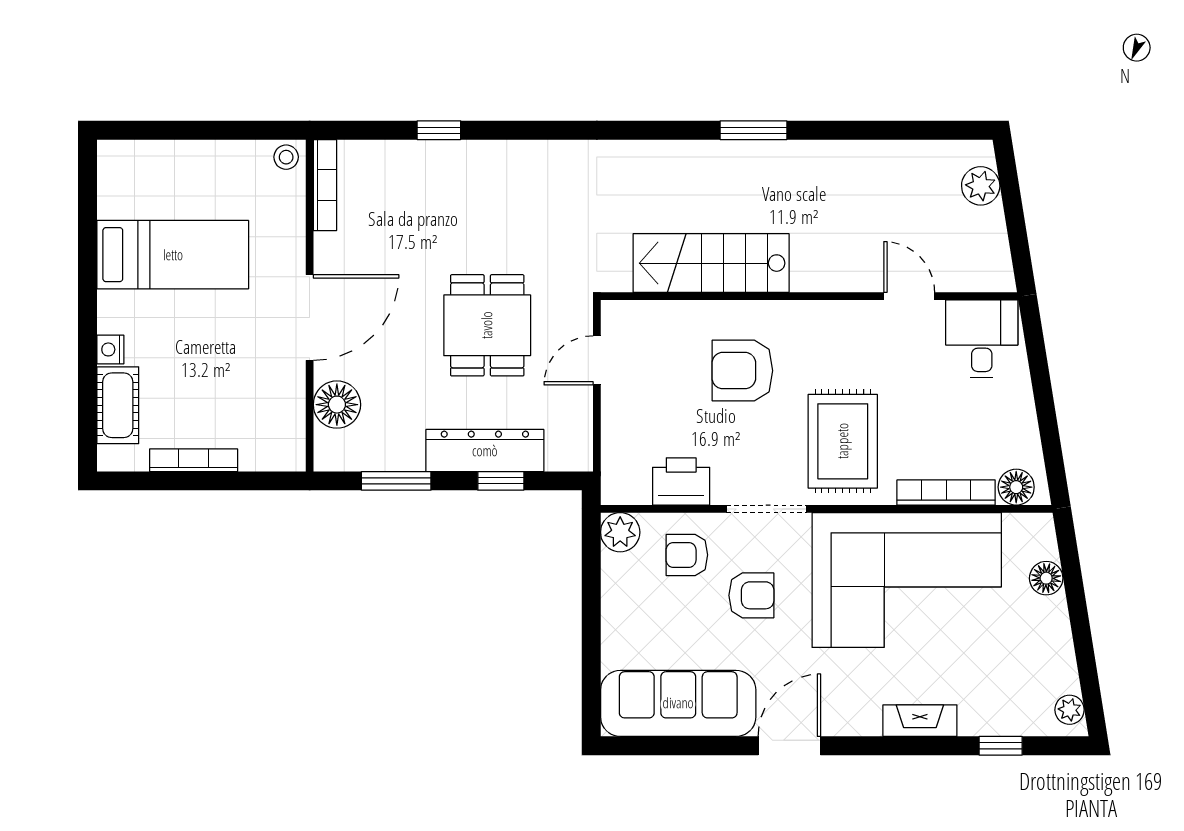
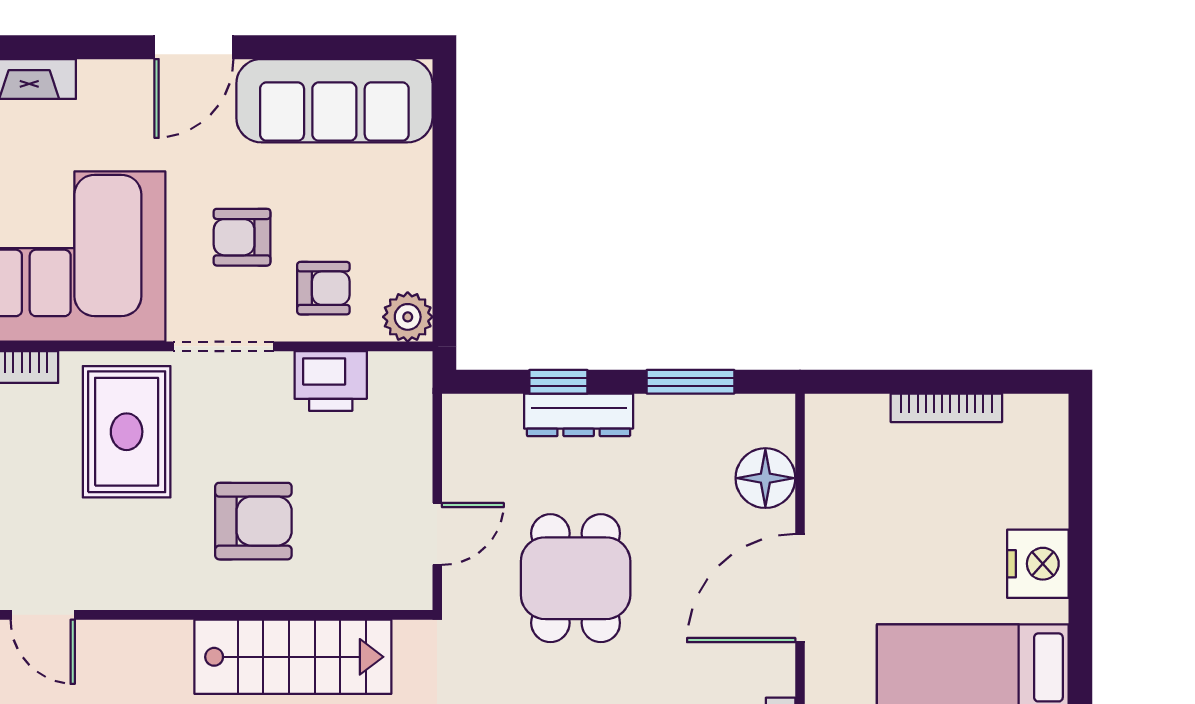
nightstand: (110, 349) -> (1038, 564), width x1.89, depth x1.79
cot: (118, 405) -> (1042, 477), removed
dresser: (485, 451) -> (579, 415), width x0.73, depth x0.80

